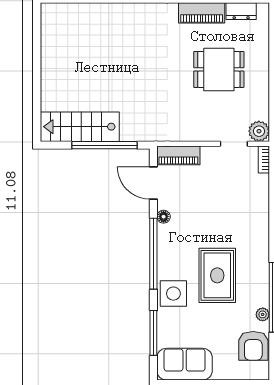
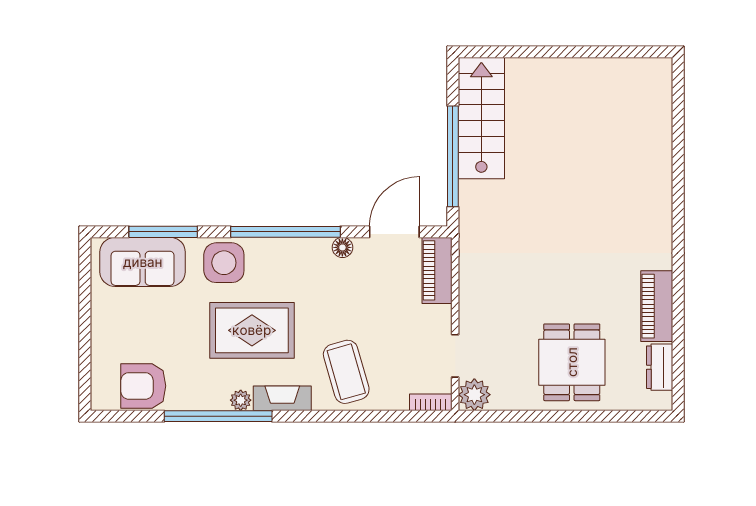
dining table: (219, 69) -> (572, 362), moved
coffee table: (244, 214) -> (346, 372), added
fireplace: (261, 256) -> (282, 398), added
plant: (263, 314) -> (241, 400), moved
sofa: (185, 364) -> (143, 262), moved, turned 90

